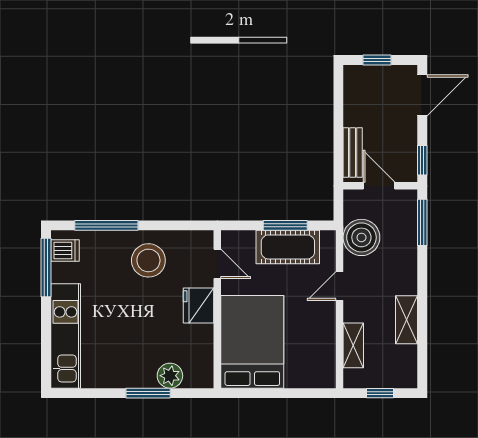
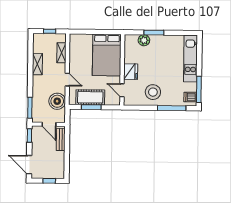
door: (422, 95) -> (29, 165), hinge flipped
door: (340, 286) -> (67, 80), hinge flipped

